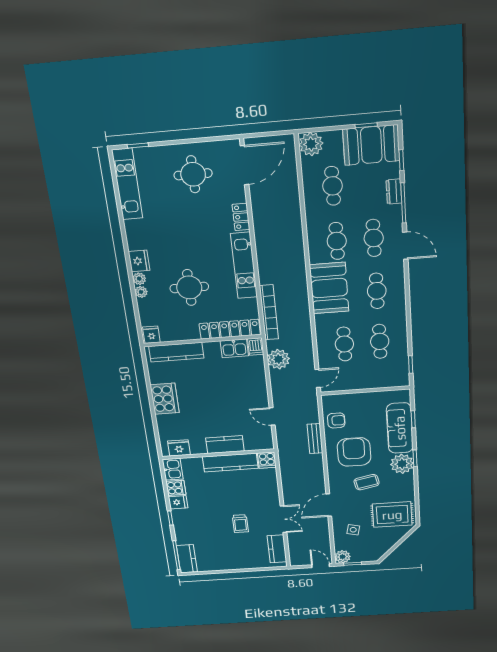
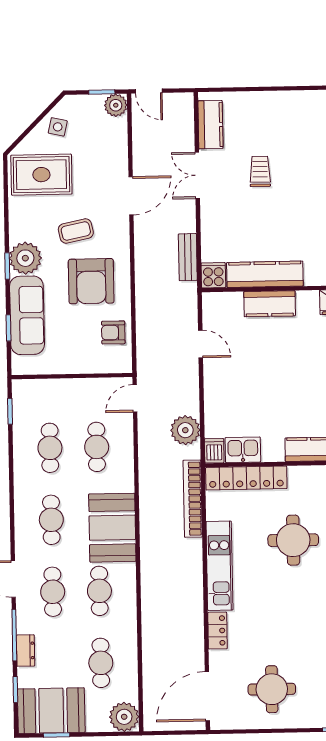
bench: (315, 439) -> (188, 257), moved
side table: (353, 530) -> (58, 127), moved

